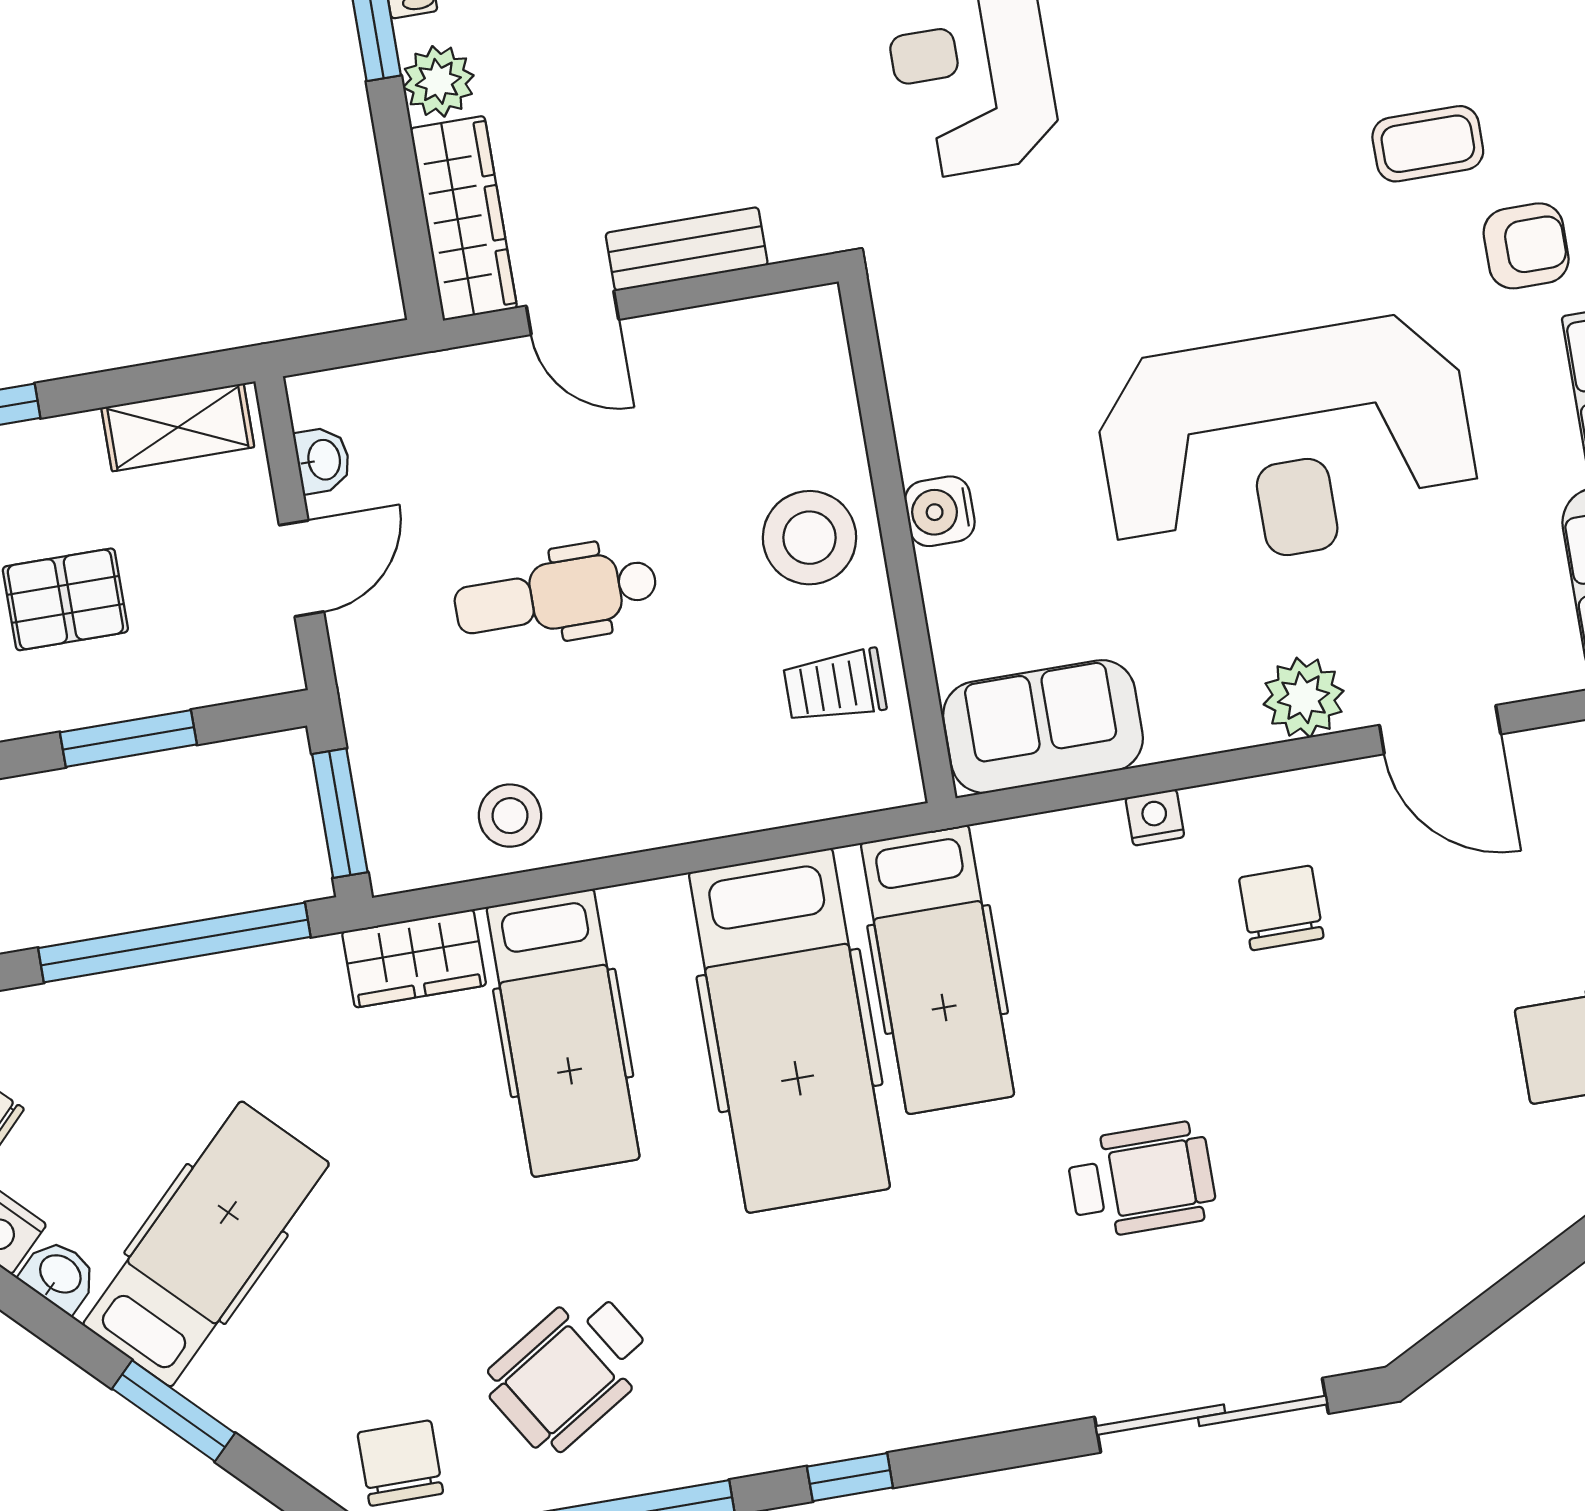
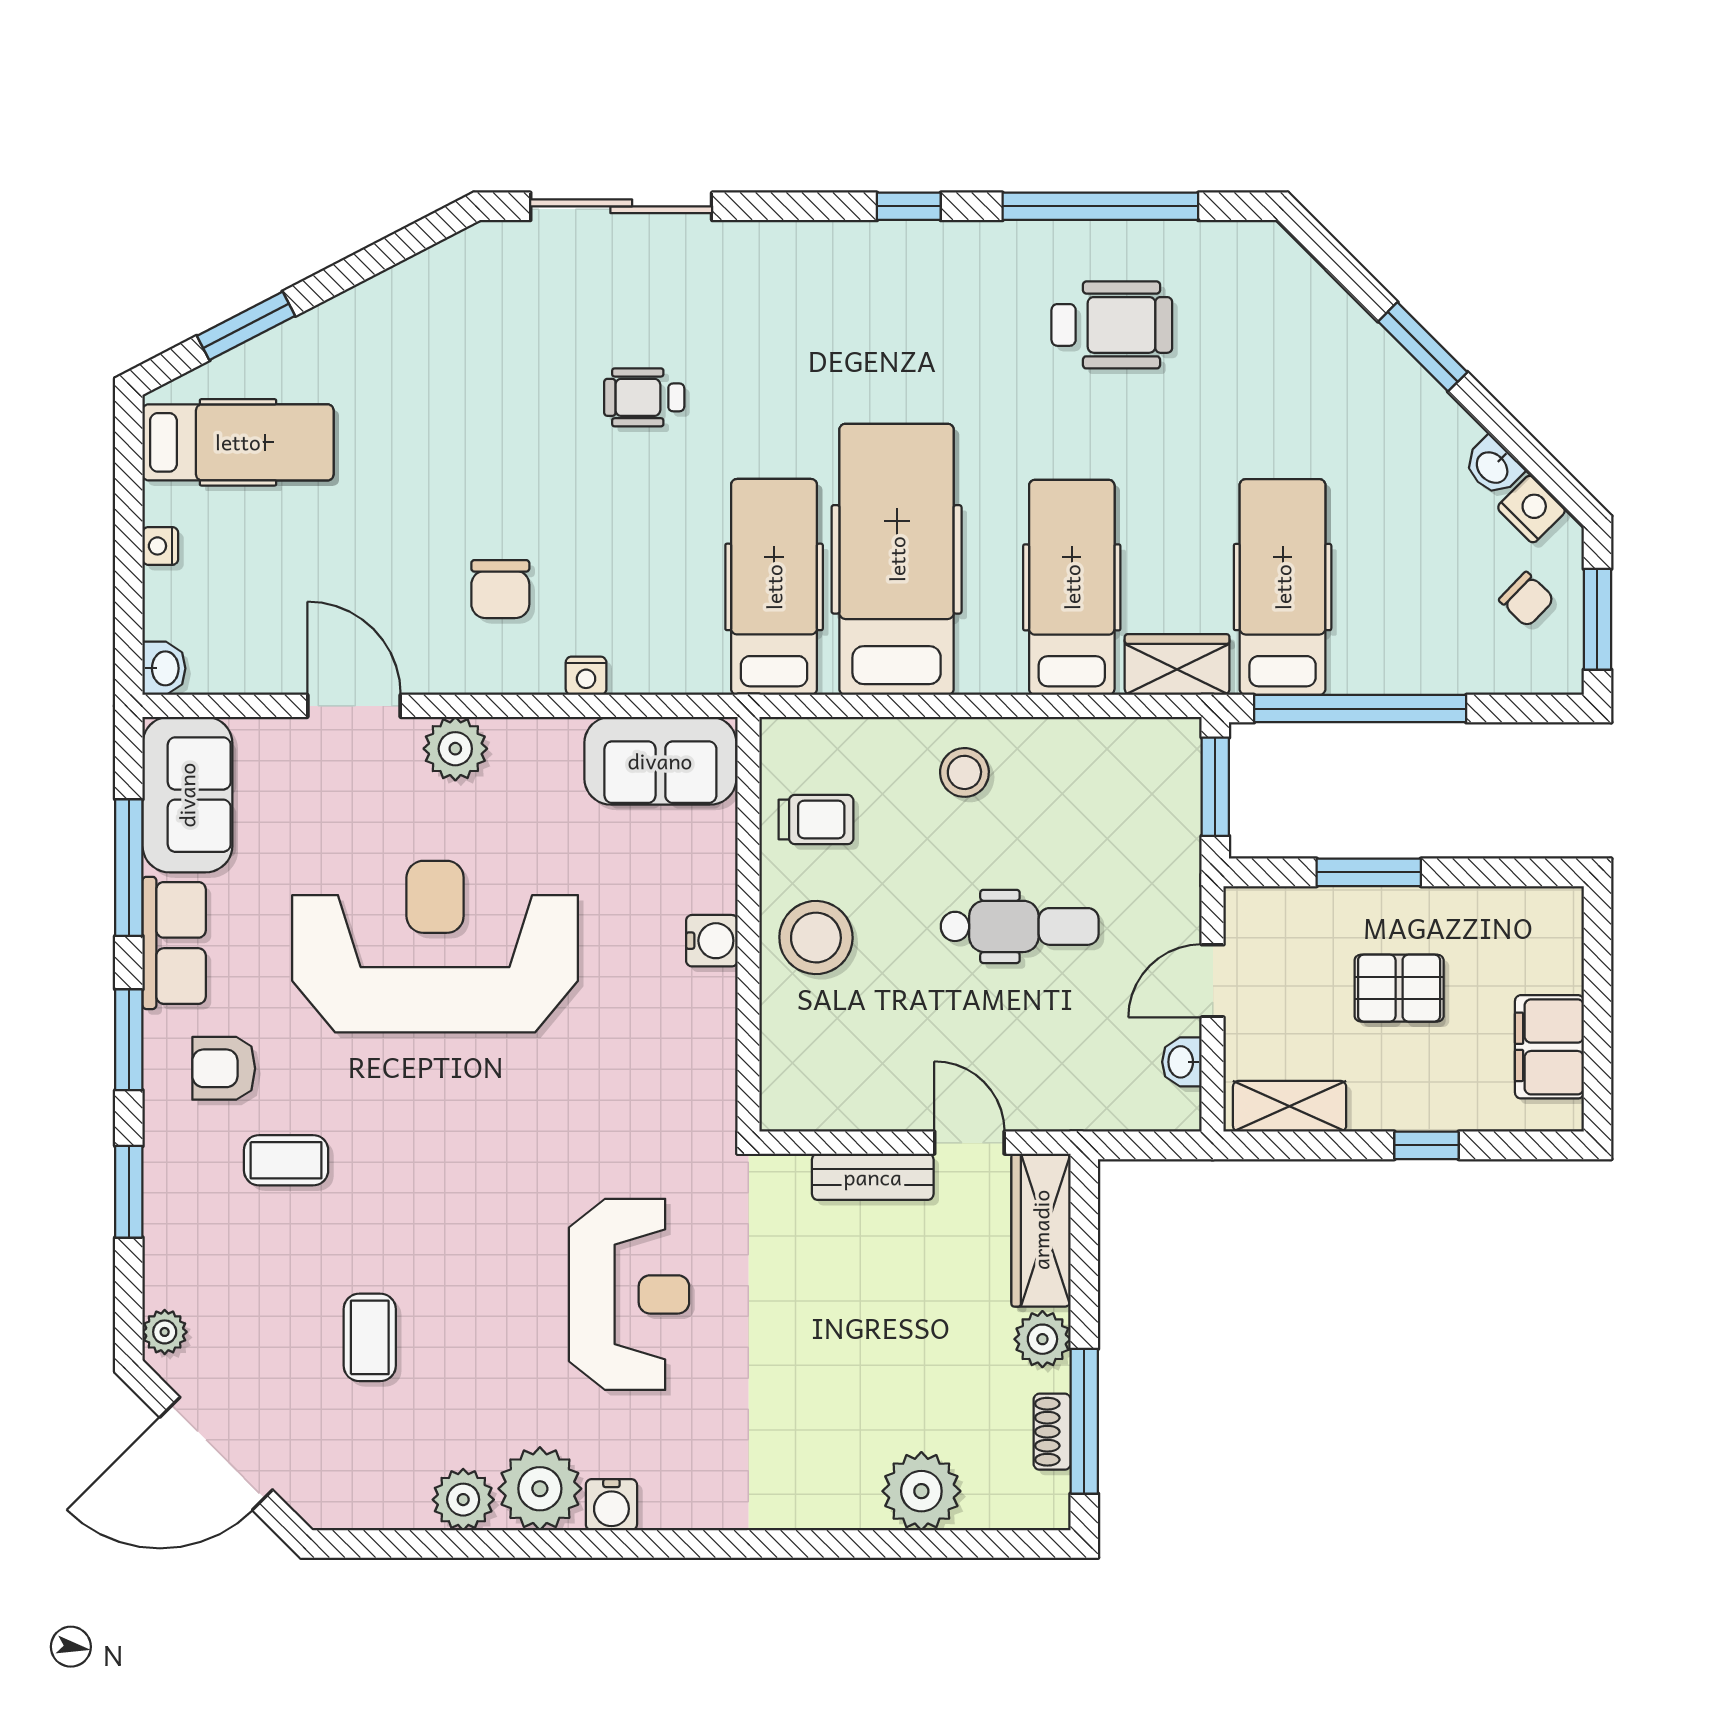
stool: (510, 816) -> (964, 772), moved
wheelchair: (1141, 1180) -> (644, 397), width x0.73, depth x0.73
hospital bed: (206, 1244) -> (1283, 587), moved, turned 135
wheelchair: (569, 1372) -> (1112, 325), turned 32
chair: (400, 1463) -> (1254, 276), removed

